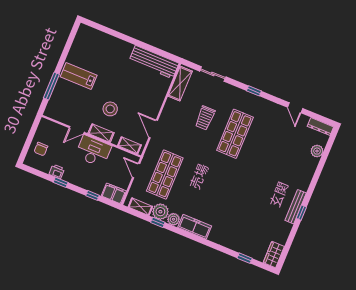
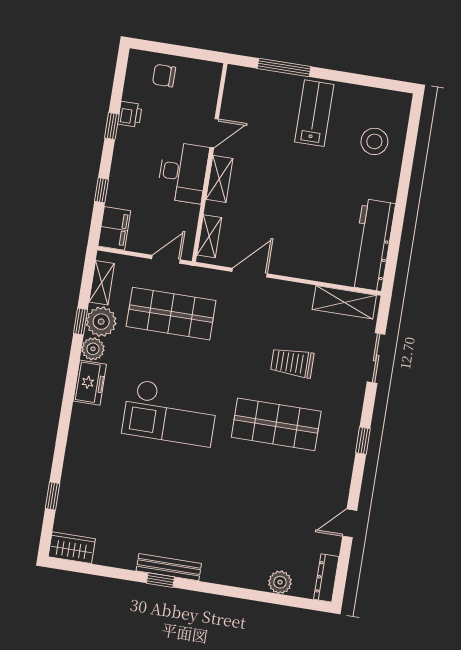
stool: (110, 109) -> (374, 141), moved
door: (77, 130) -> (214, 133), swing flipped
checkout: (216, 187) -> (170, 413), added
freezer: (195, 227) -> (90, 383), width x0.71

